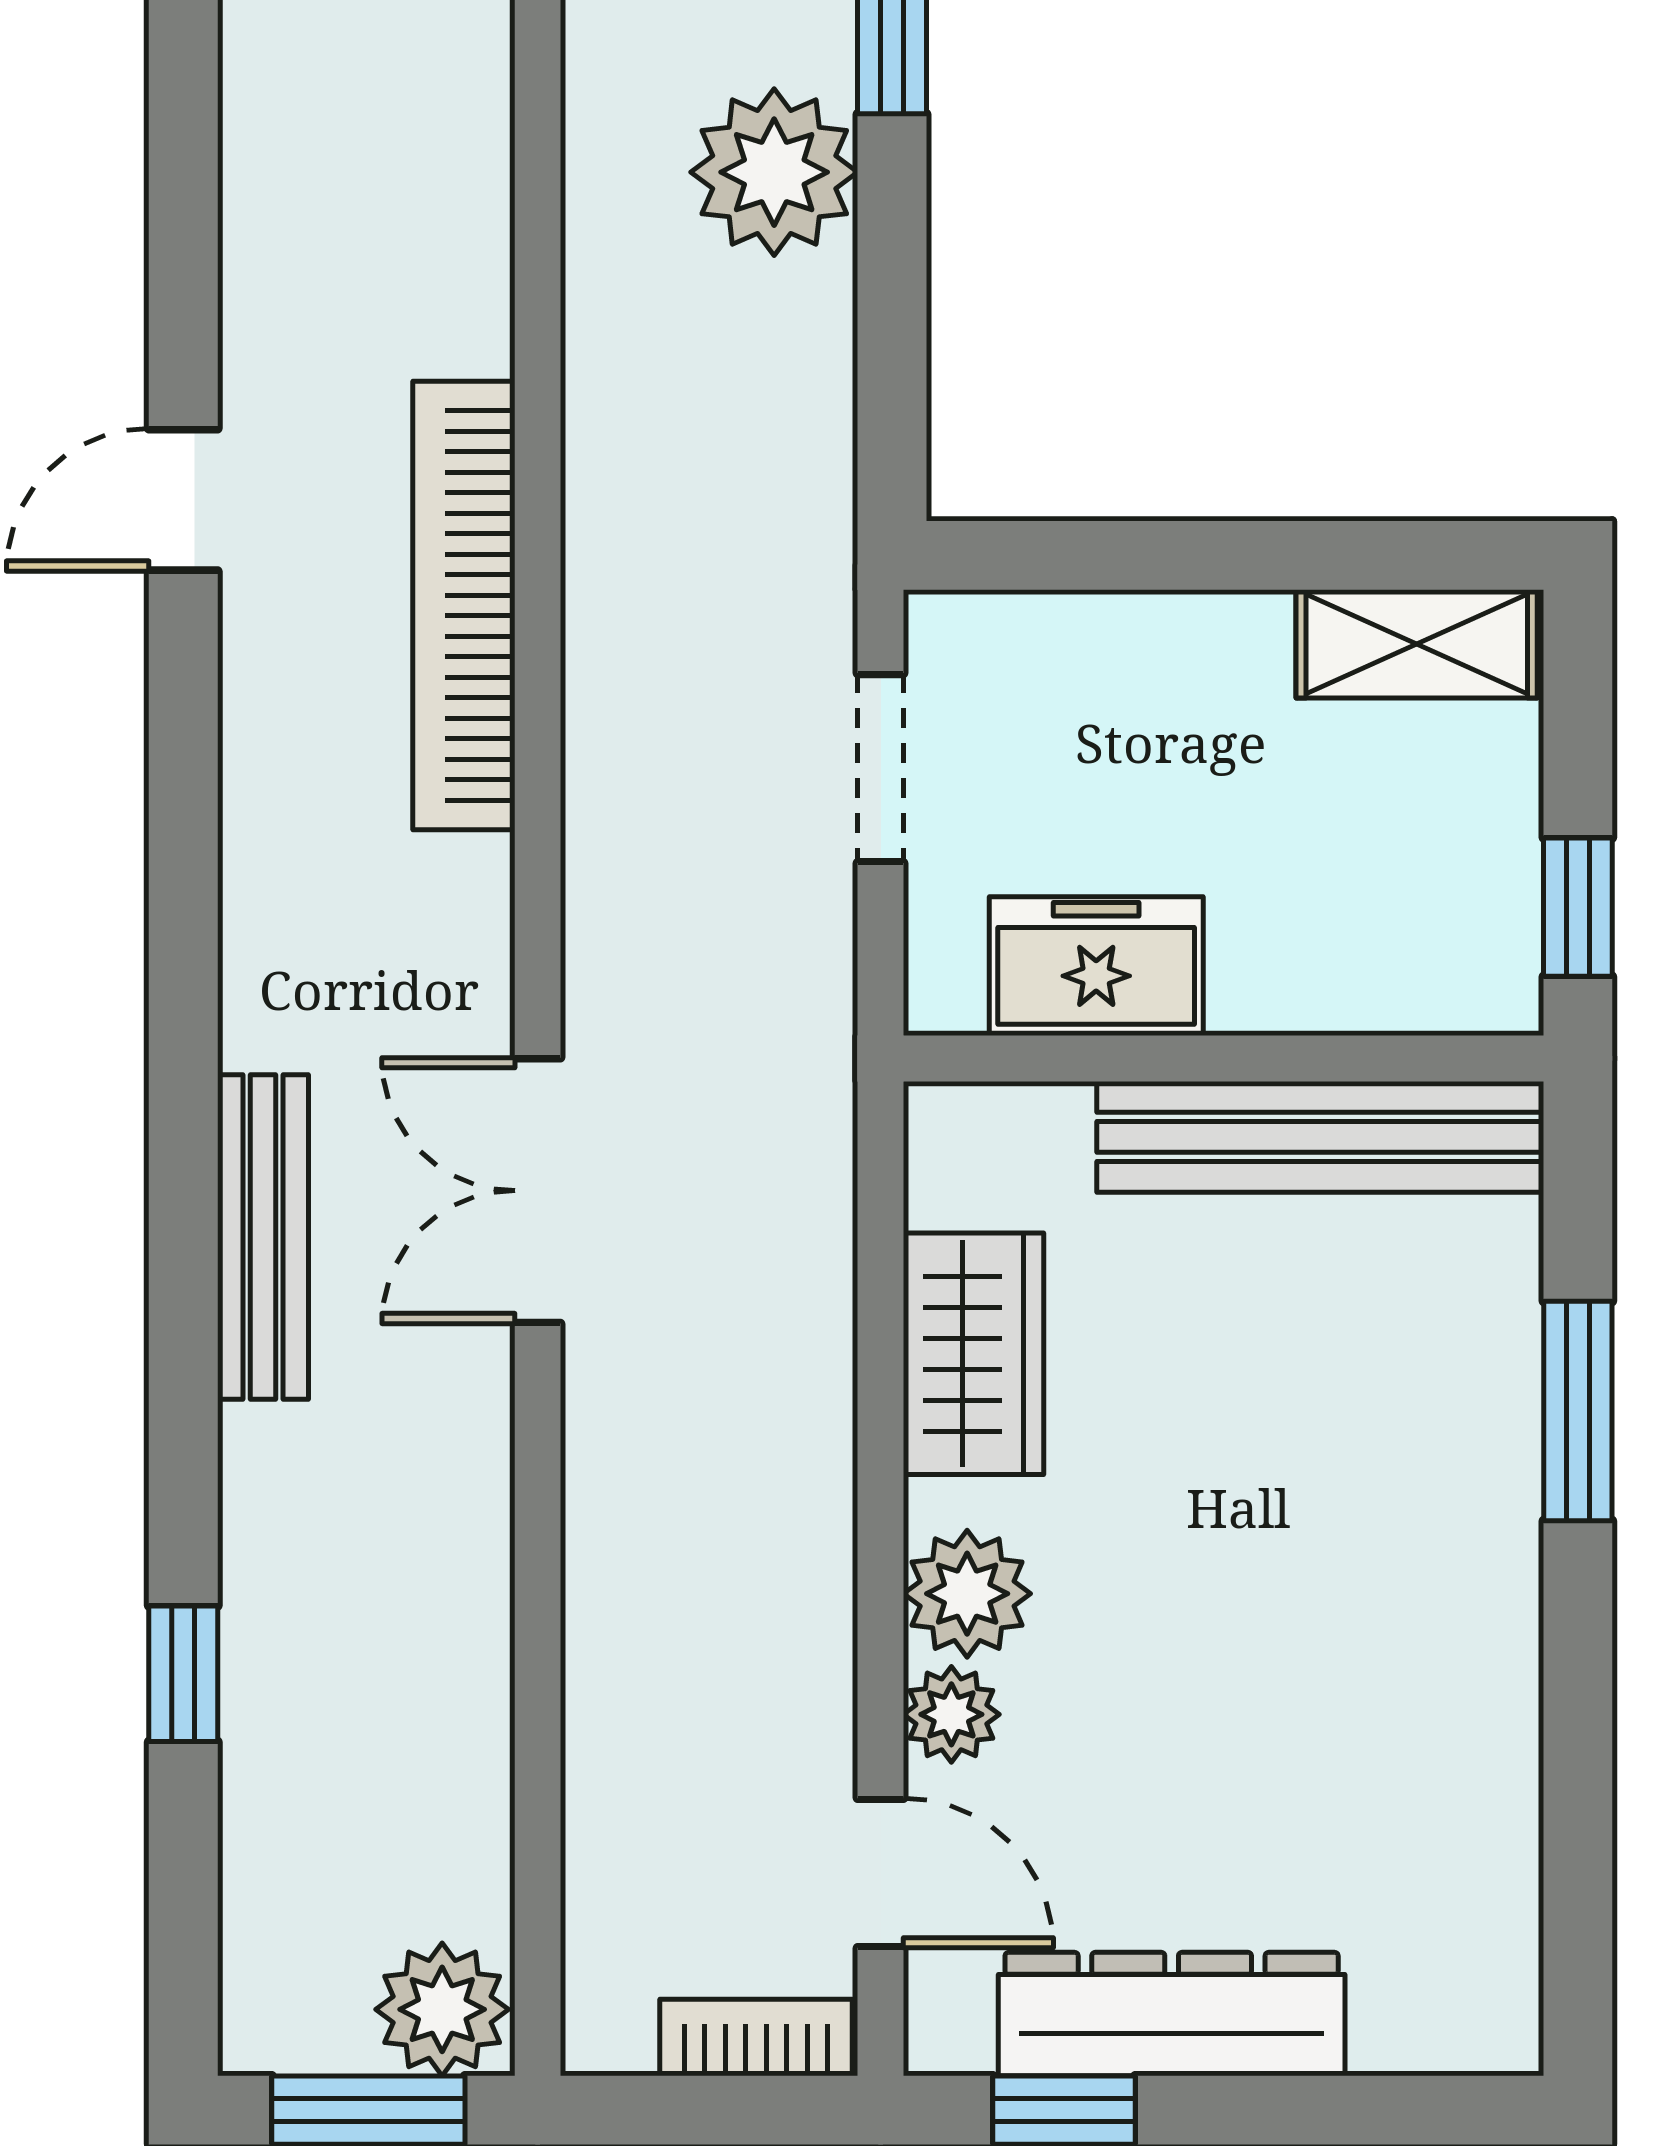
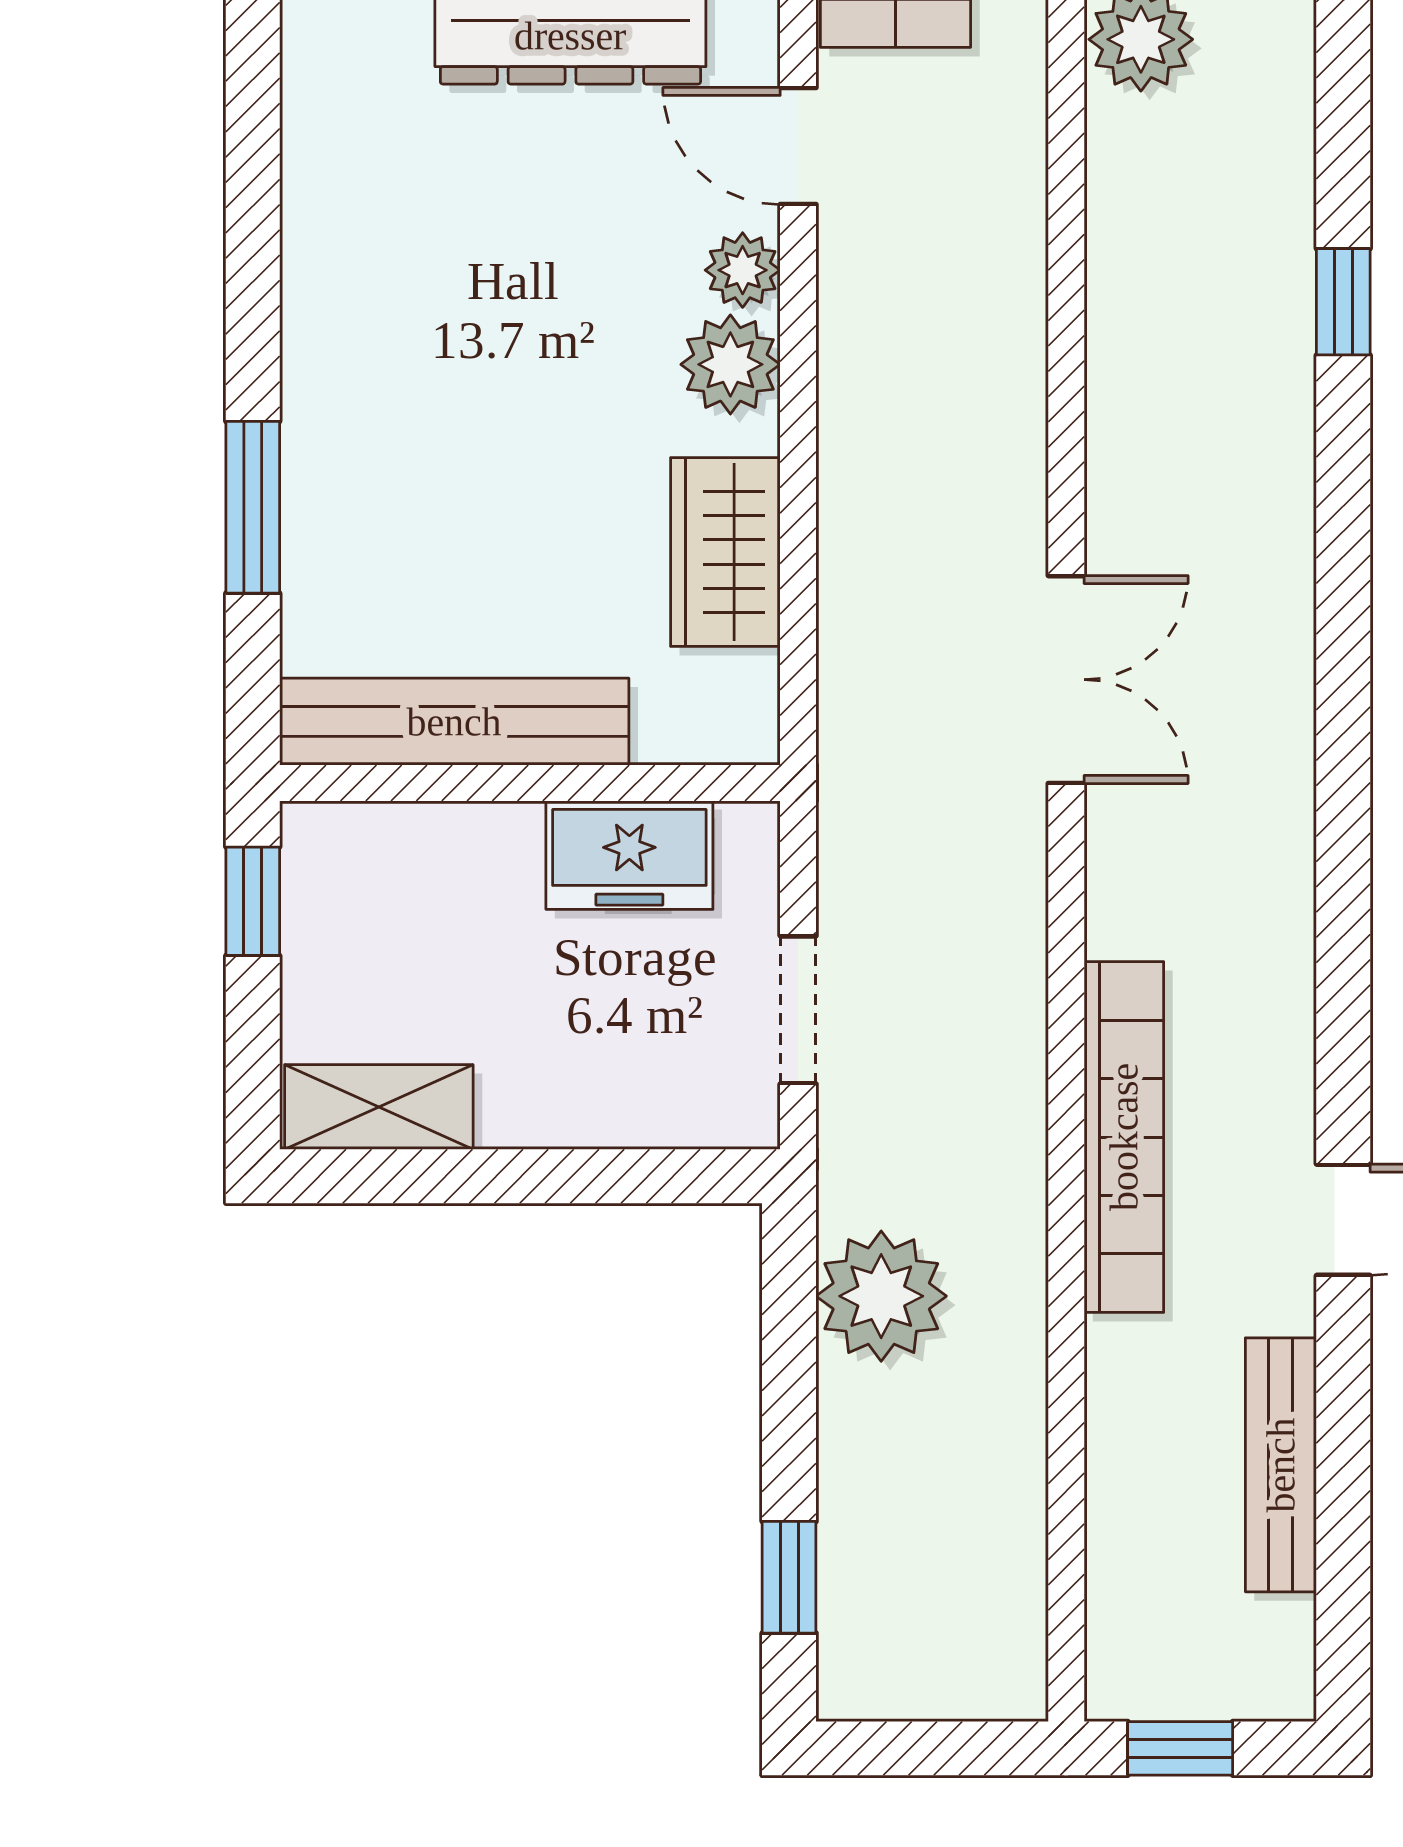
plant: (774, 172) -> (881, 1296), moved
bench: (263, 1237) -> (1281, 1465), moved

